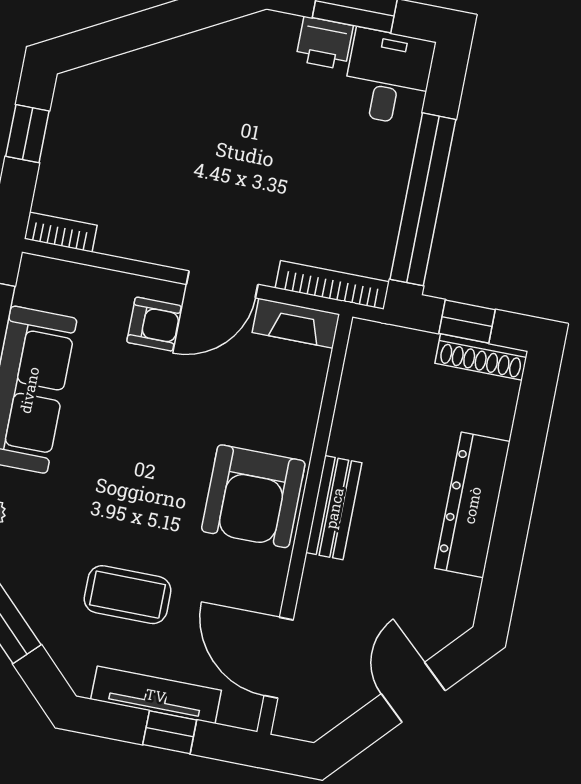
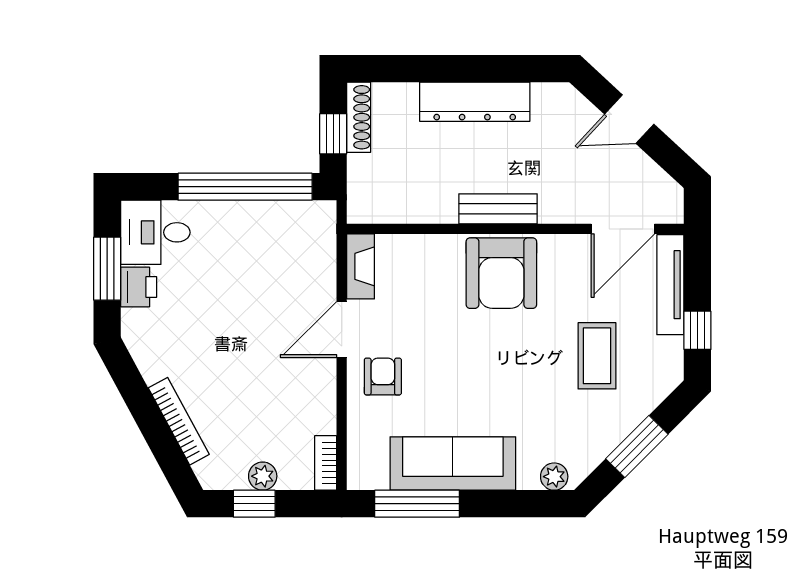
plant: (60, 151) -> (263, 476), added
door: (222, 284) -> (342, 330), swing flipped
bookcase: (332, 285) -> (179, 421), moved, turned 152
armchair: (253, 496) -> (501, 273), turned 90
tv unit: (156, 695) -> (670, 285), moved
window: (170, 732) -> (697, 330), moved

